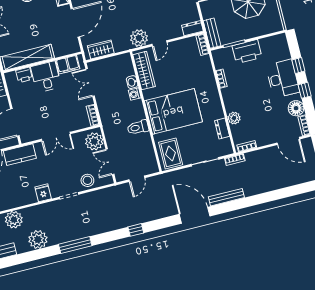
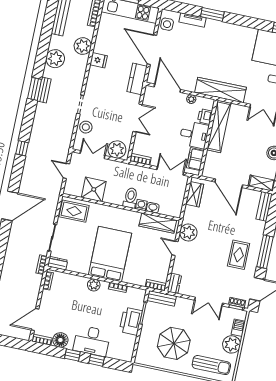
plant: (14, 95) -> (191, 99), added
bed: (173, 111) -> (110, 254), moved, turned 180
plant: (234, 118) -> (94, 285), moved
toilet: (138, 127) -> (130, 198), moved
dresser: (222, 129) -> (58, 263), moved
double door: (56, 137) -> (137, 118), swing flipped
shower: (142, 145) -> (94, 189), added
fridge: (43, 193) -> (99, 60), moved
bench: (226, 197) -> (44, 90), moved, width x0.73
window: (75, 245) -> (35, 89), width x0.69

